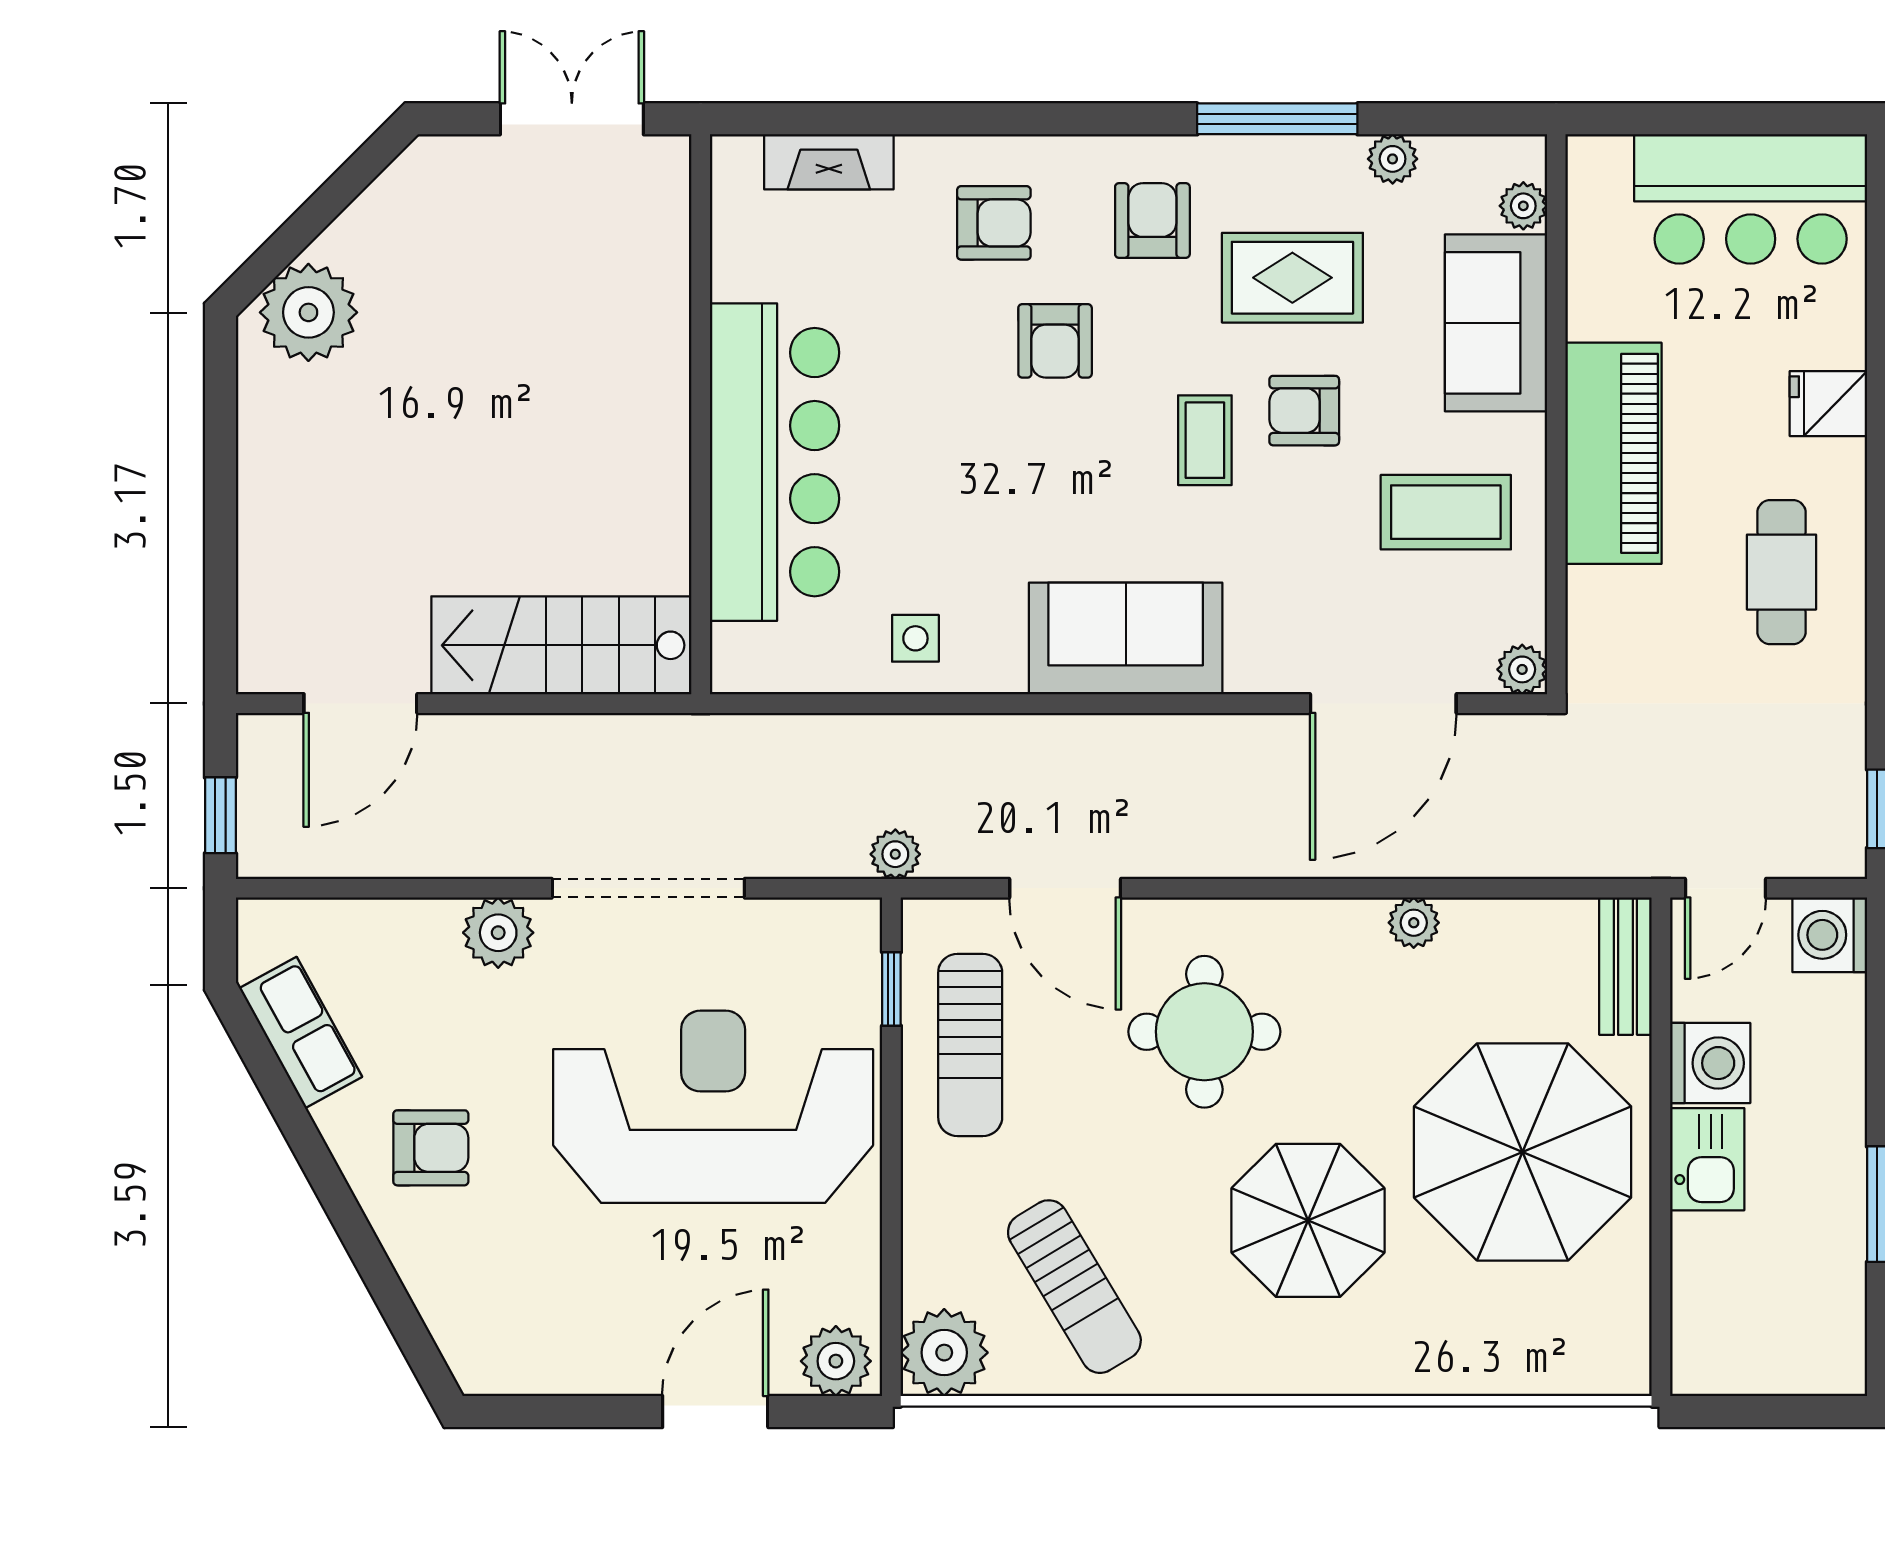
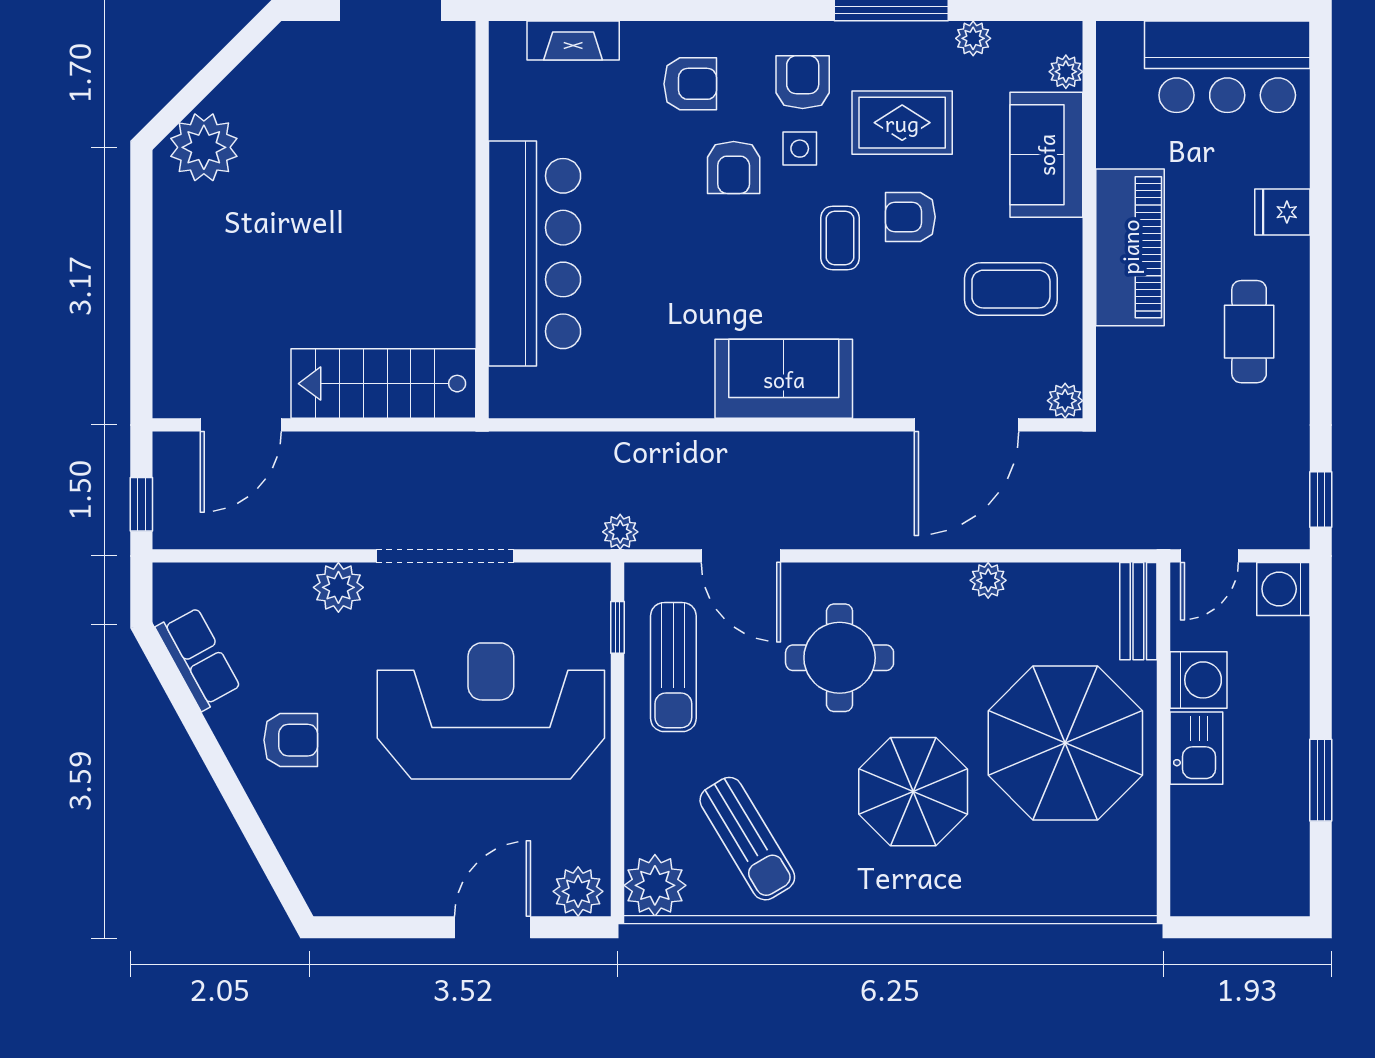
side table: (915, 638) -> (800, 149), moved

